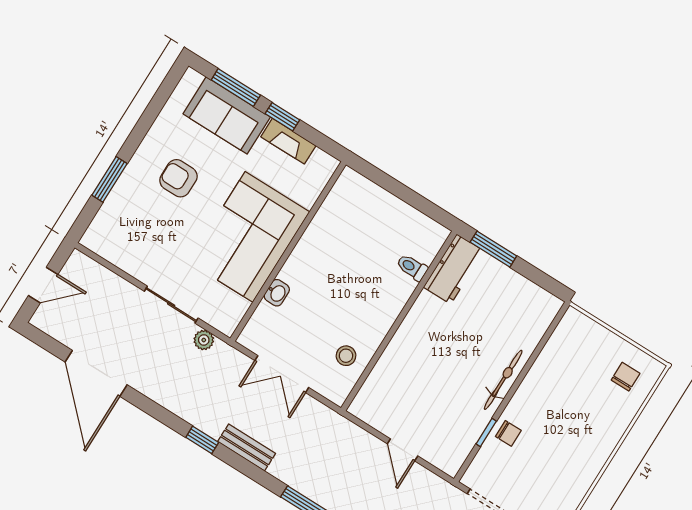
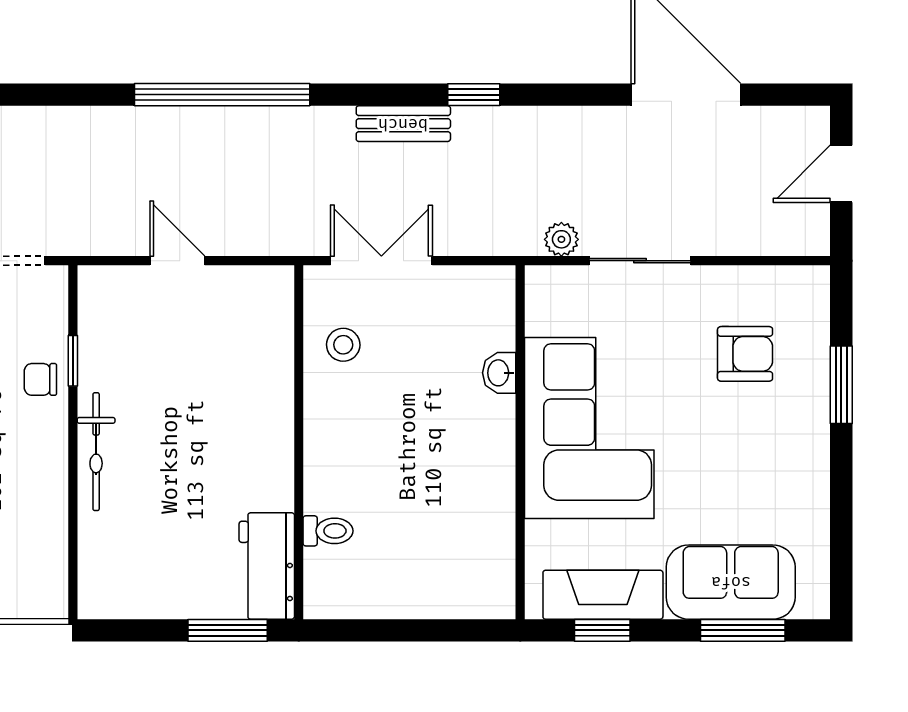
window: (282, 117) -> (602, 630), moved
fireplace: (288, 141) -> (603, 595), width x1.37, depth x1.32
armchair: (178, 178) -> (745, 354), moved
double door: (282, 374) -> (381, 261), moved

